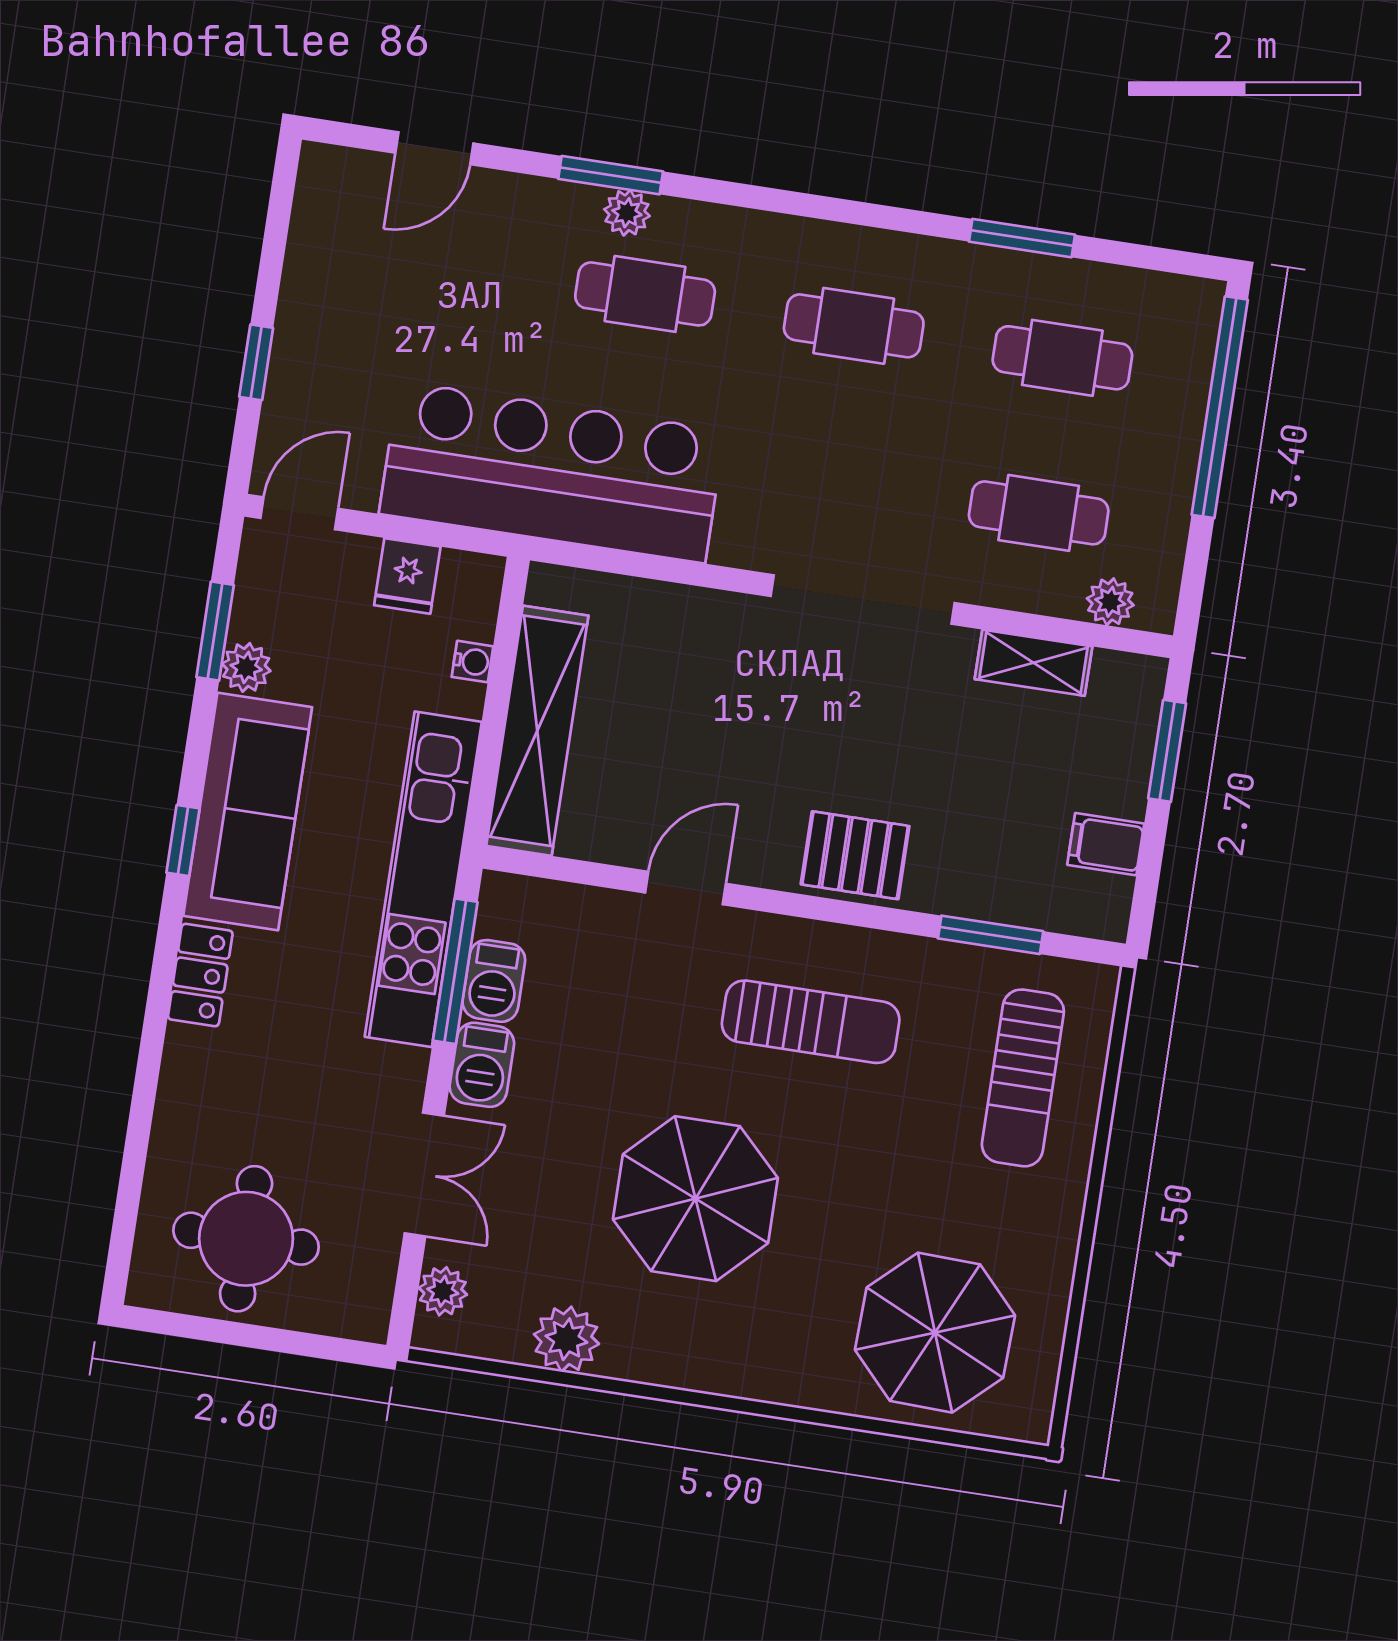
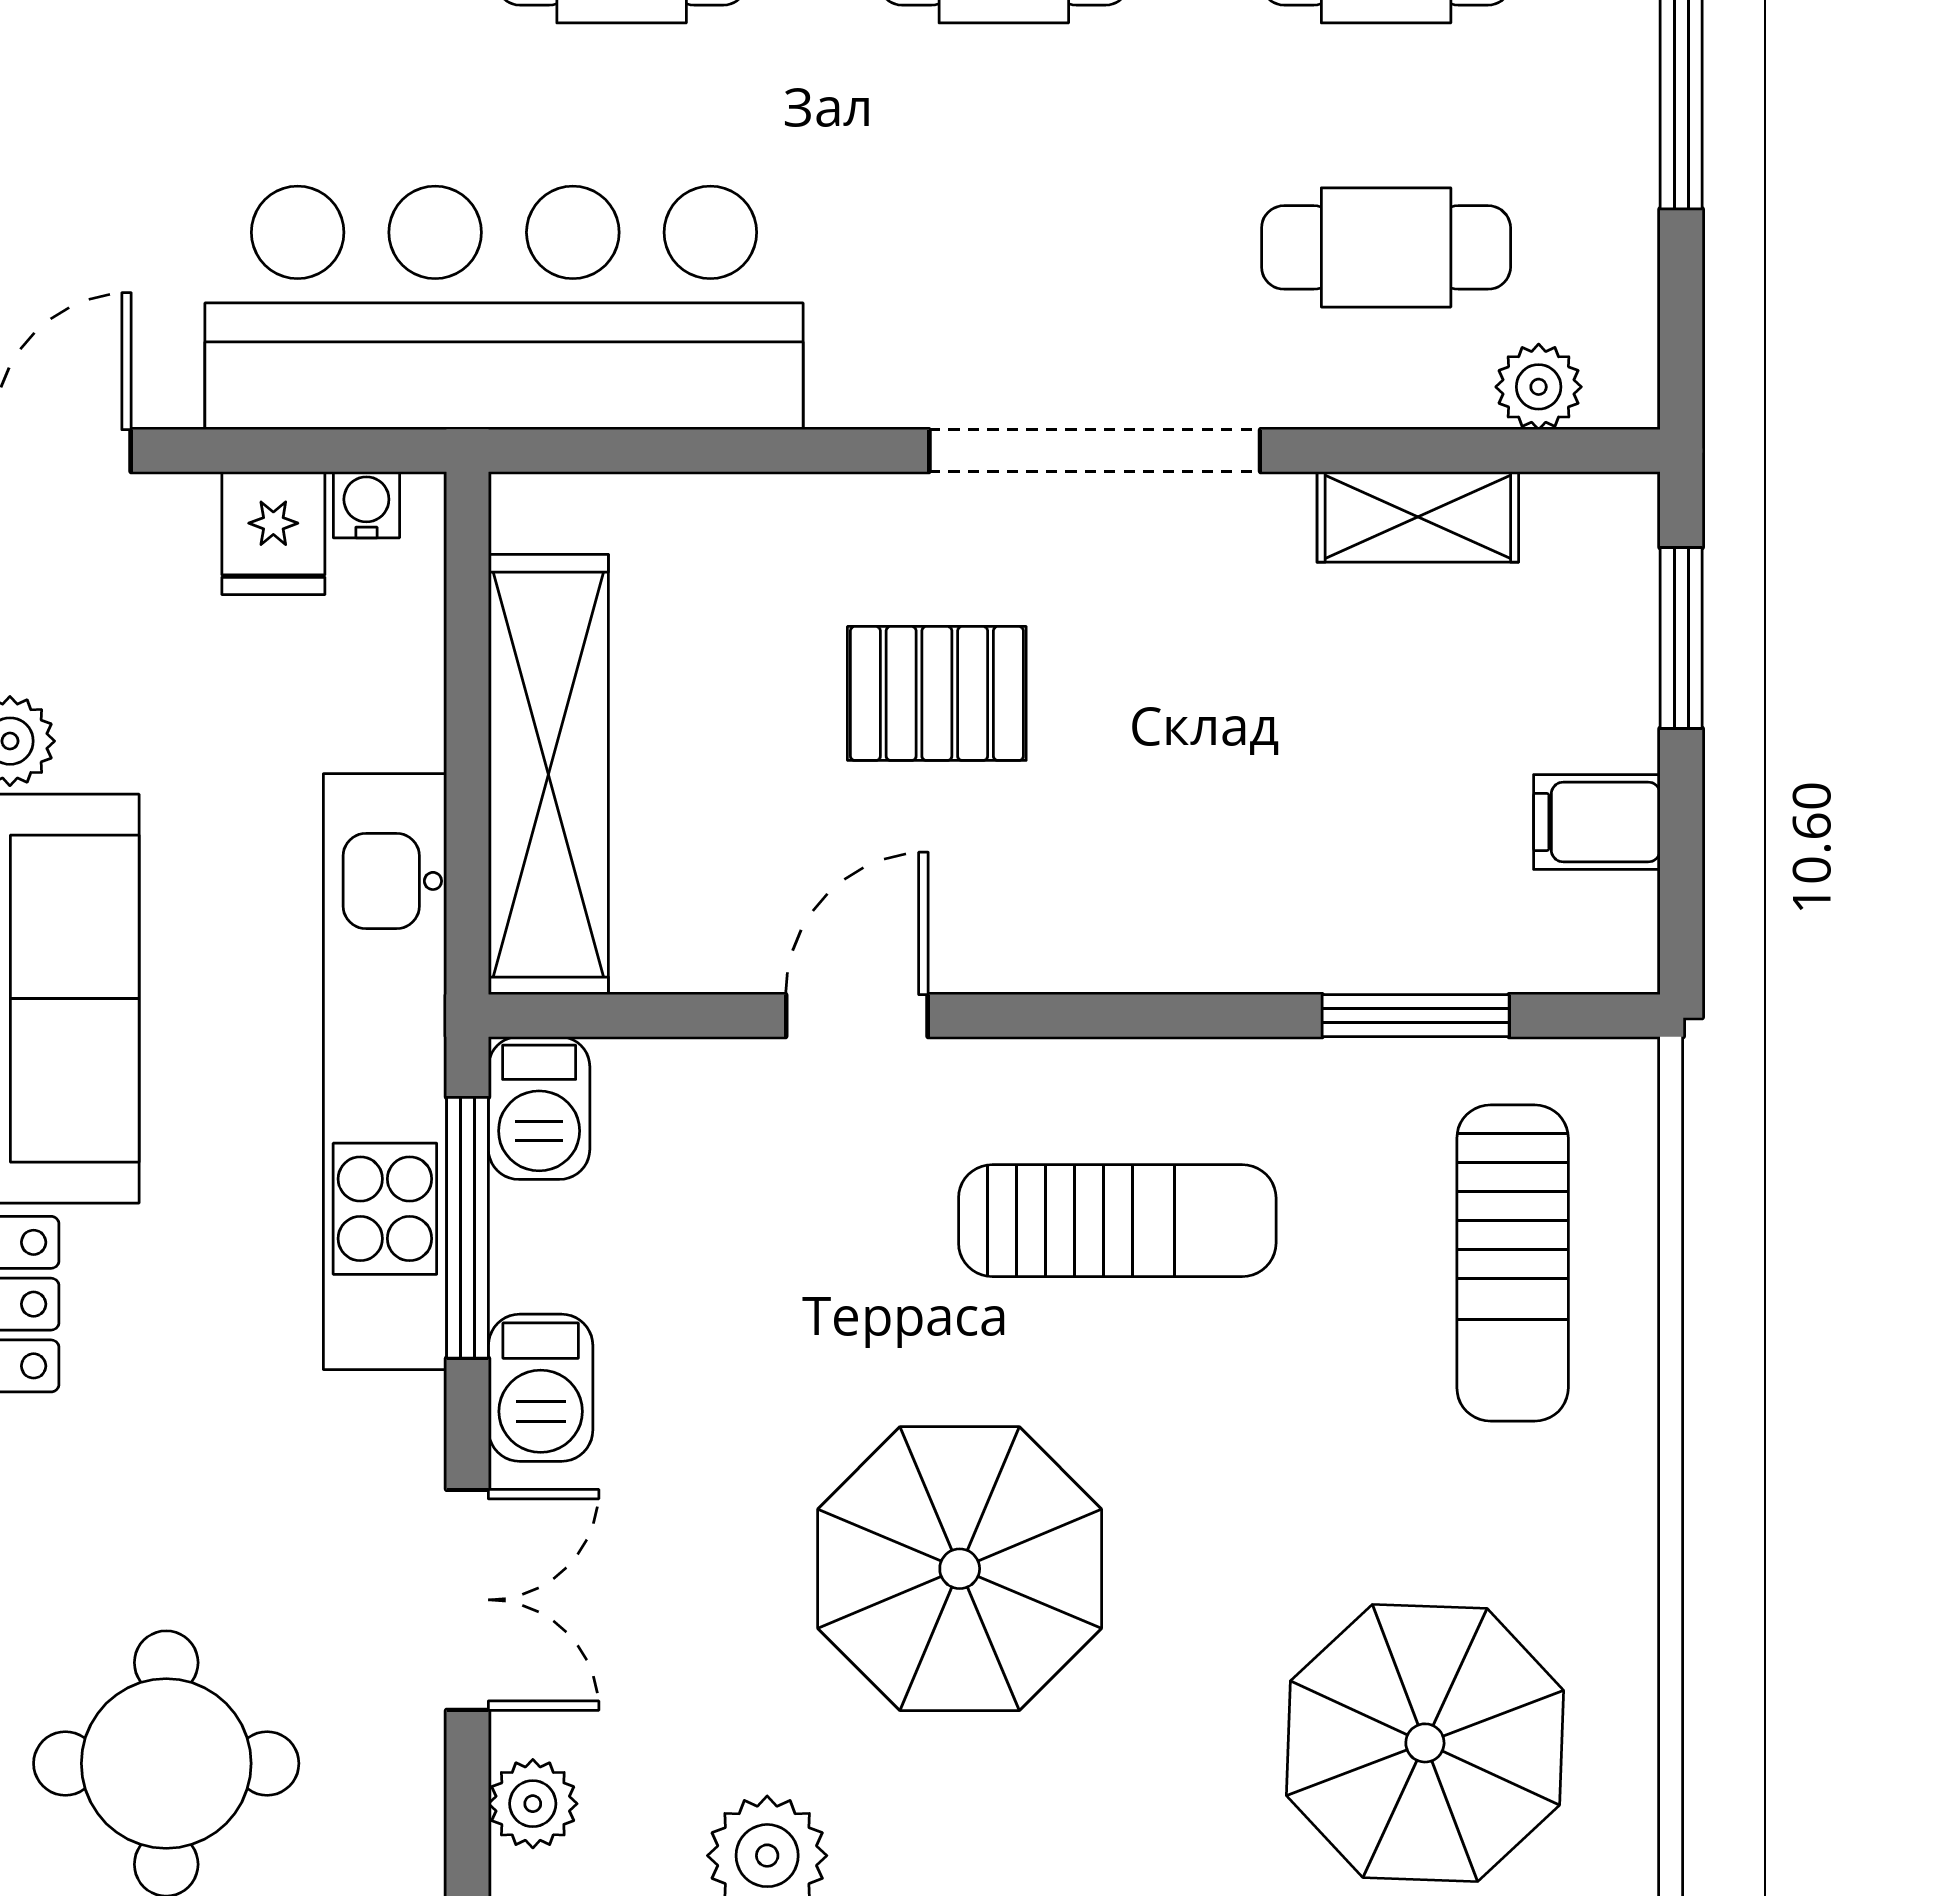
water cooler: (472, 662) -> (366, 505), moved, turned -90
pallet: (855, 855) -> (937, 693), moved
barbecue: (494, 981) -> (539, 1108), moved

